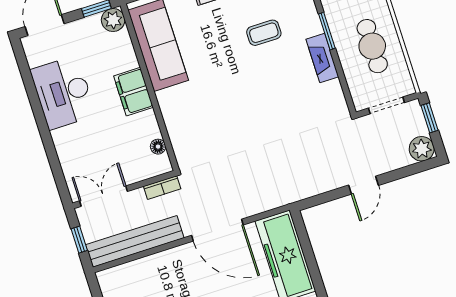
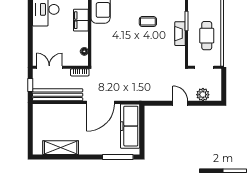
coffee table: (264, 33) -> (148, 22), moved
window: (429, 118) -> (224, 80), removed
plant: (422, 149) -> (203, 95), moved
door: (364, 185) -> (180, 103), swing flipped
door: (217, 230) -> (100, 102), hinge flipped

